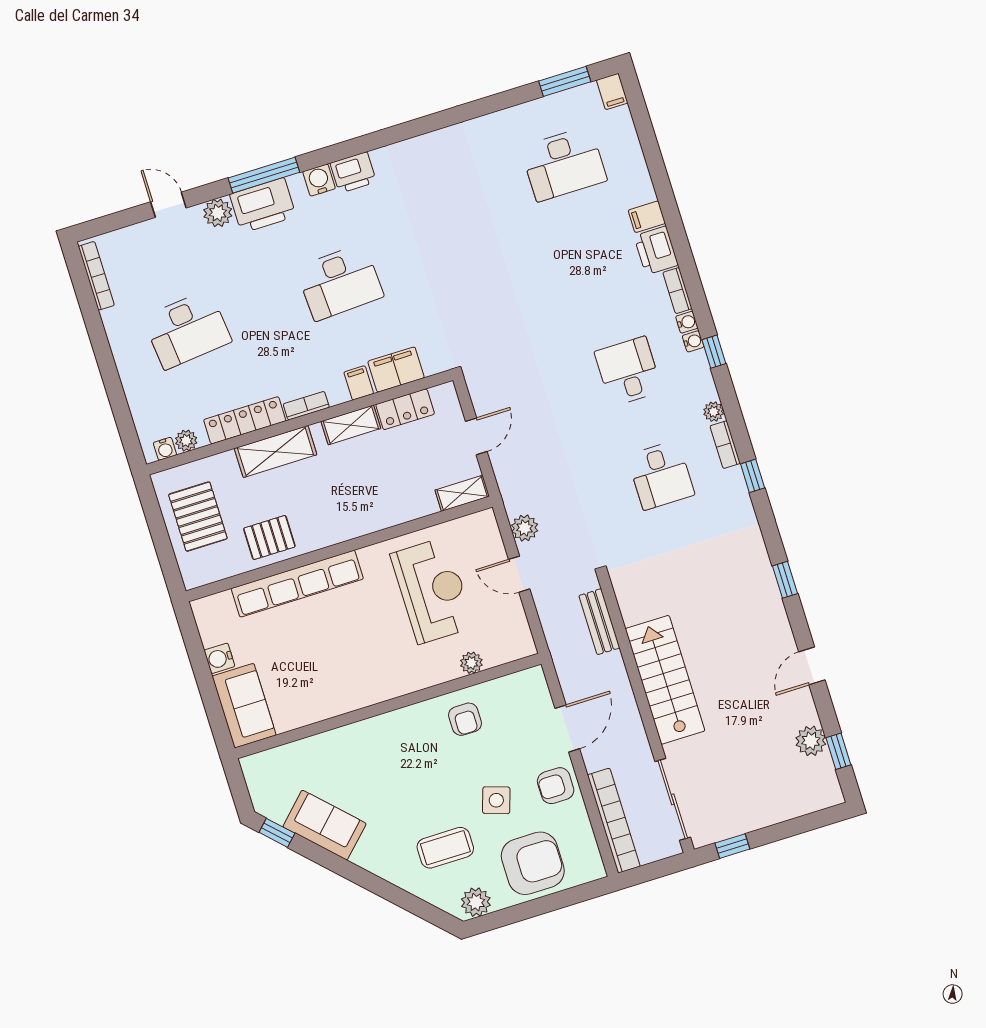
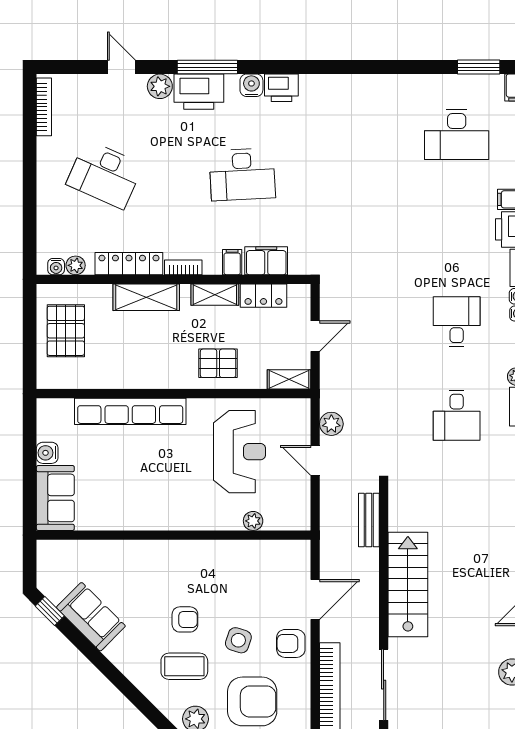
desk: (187, 330) -> (105, 174), turned 30
pallet: (269, 538) -> (218, 363), moved
armchair: (465, 719) -> (185, 619), moved, turned -90

